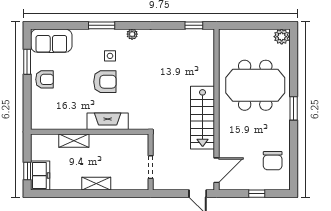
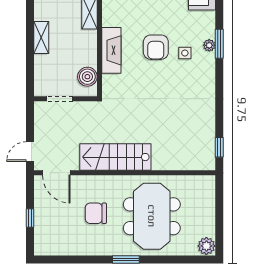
plant: (132, 34) -> (209, 45), moved
boiler: (131, 143) -> (87, 77), added
chair: (273, 161) -> (96, 213), moved

